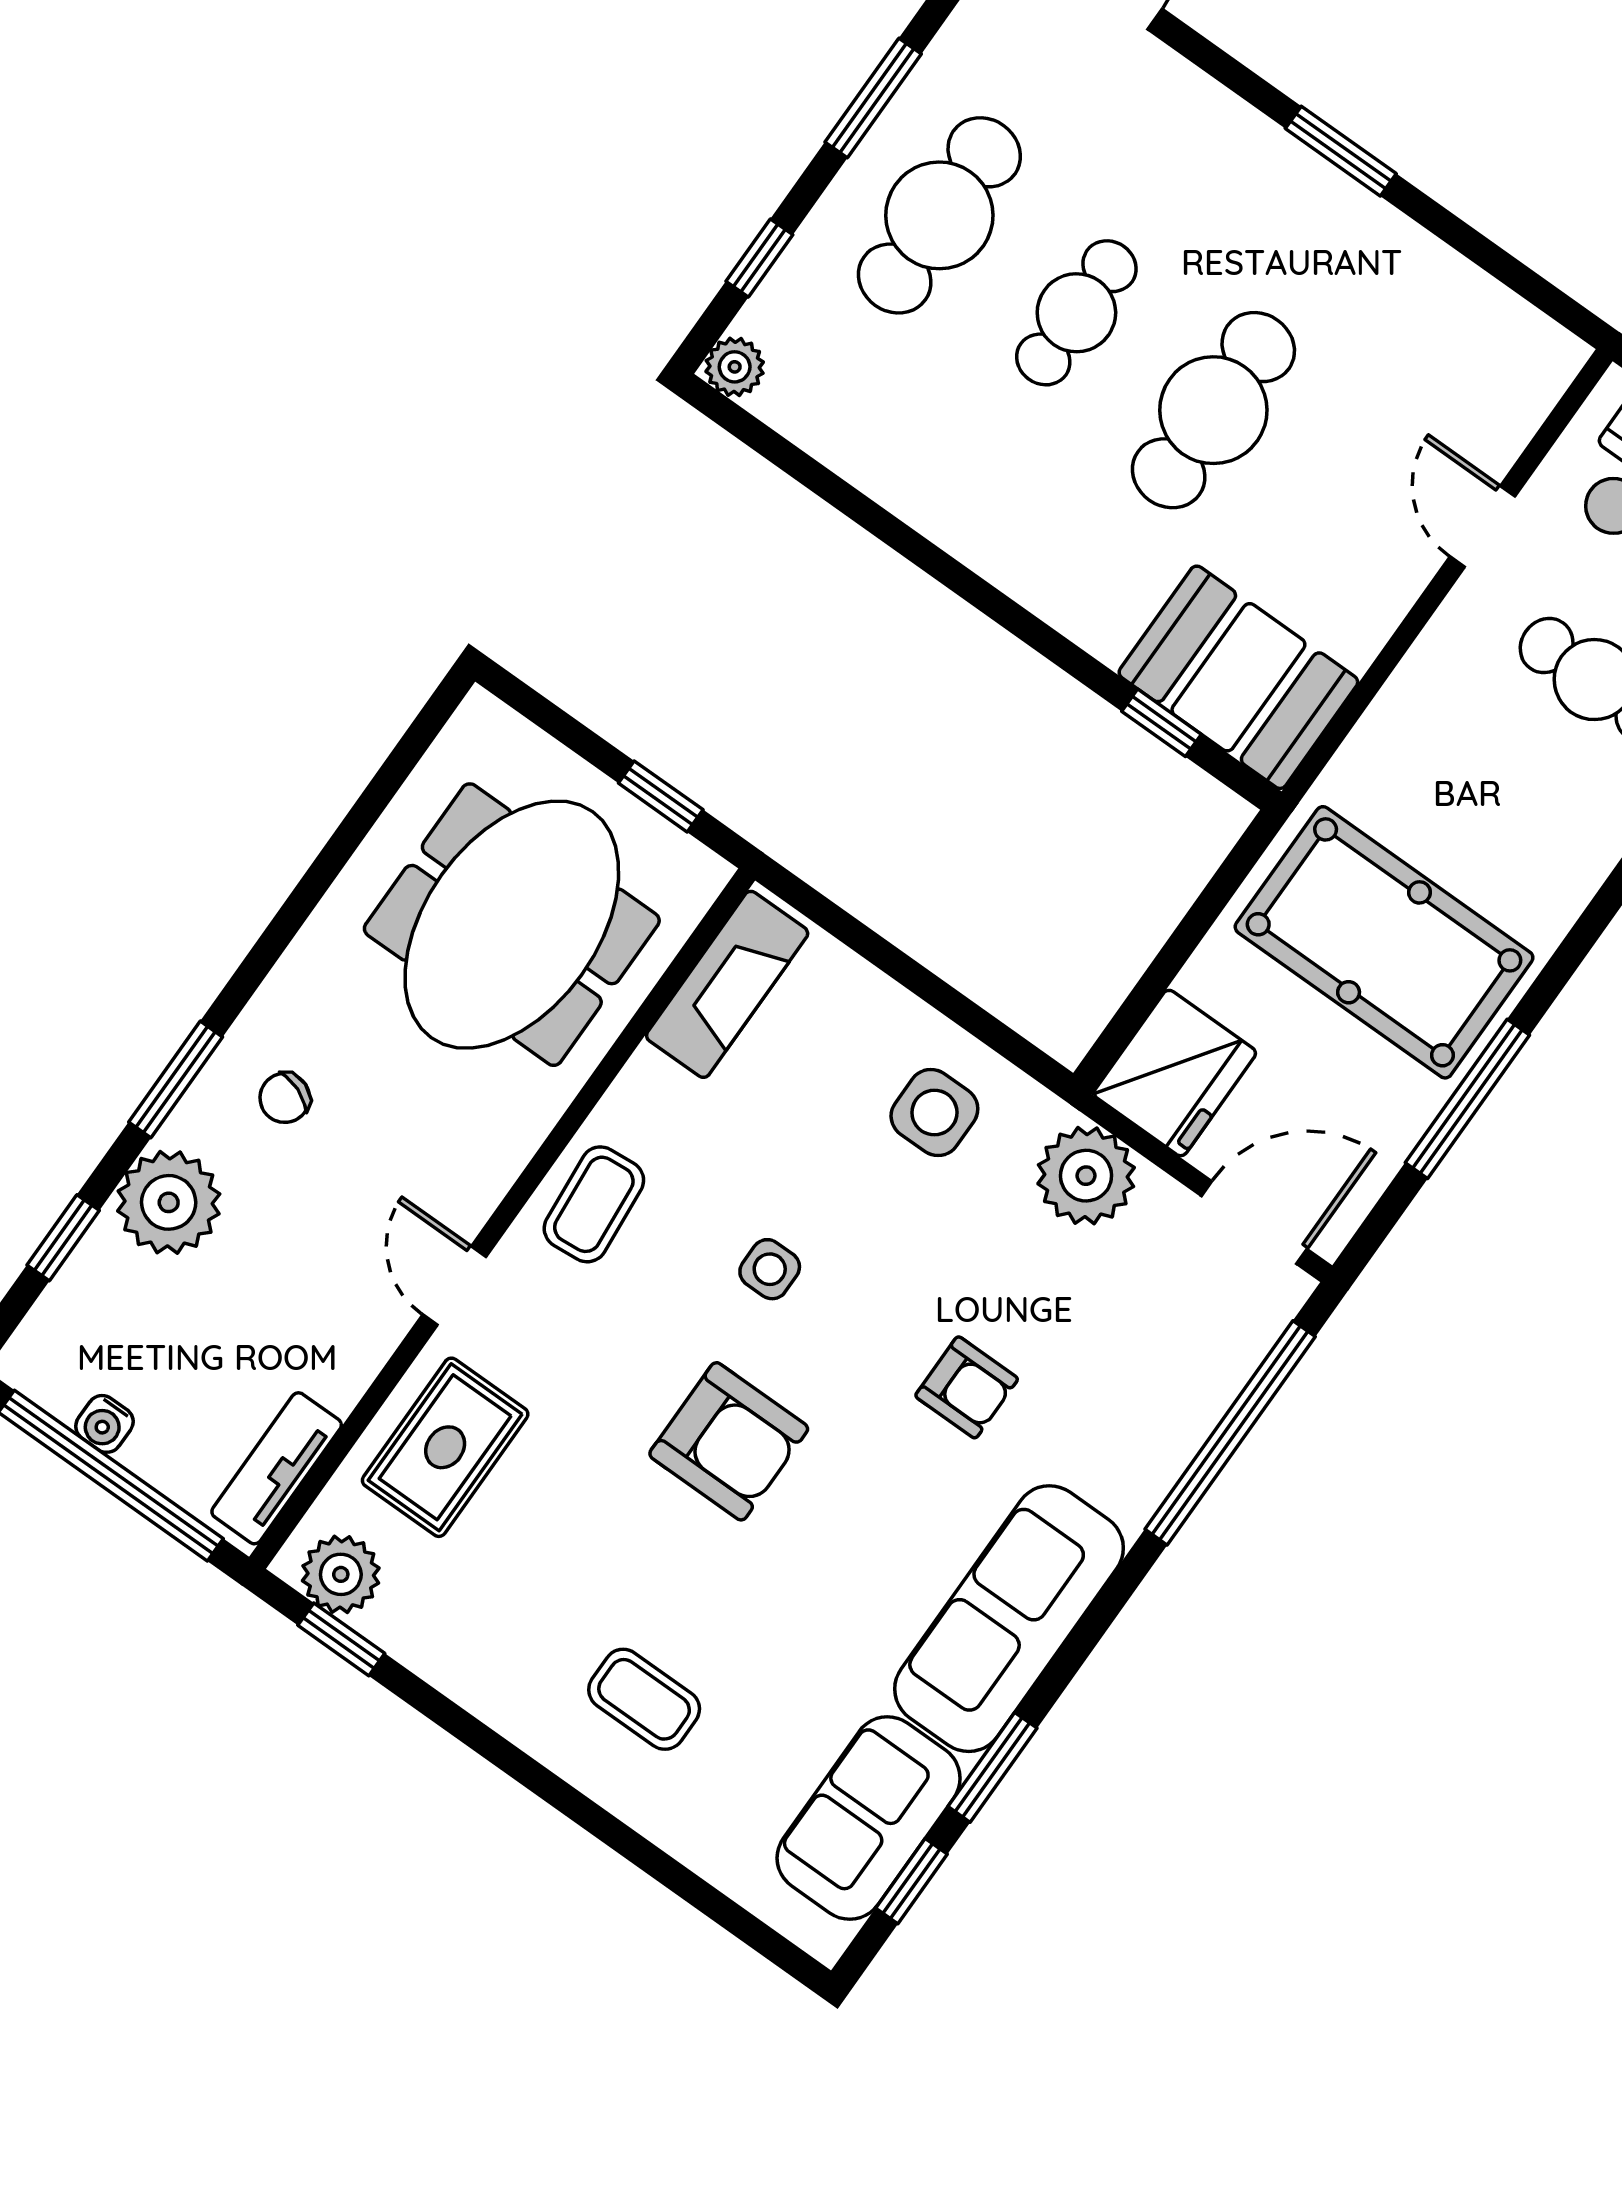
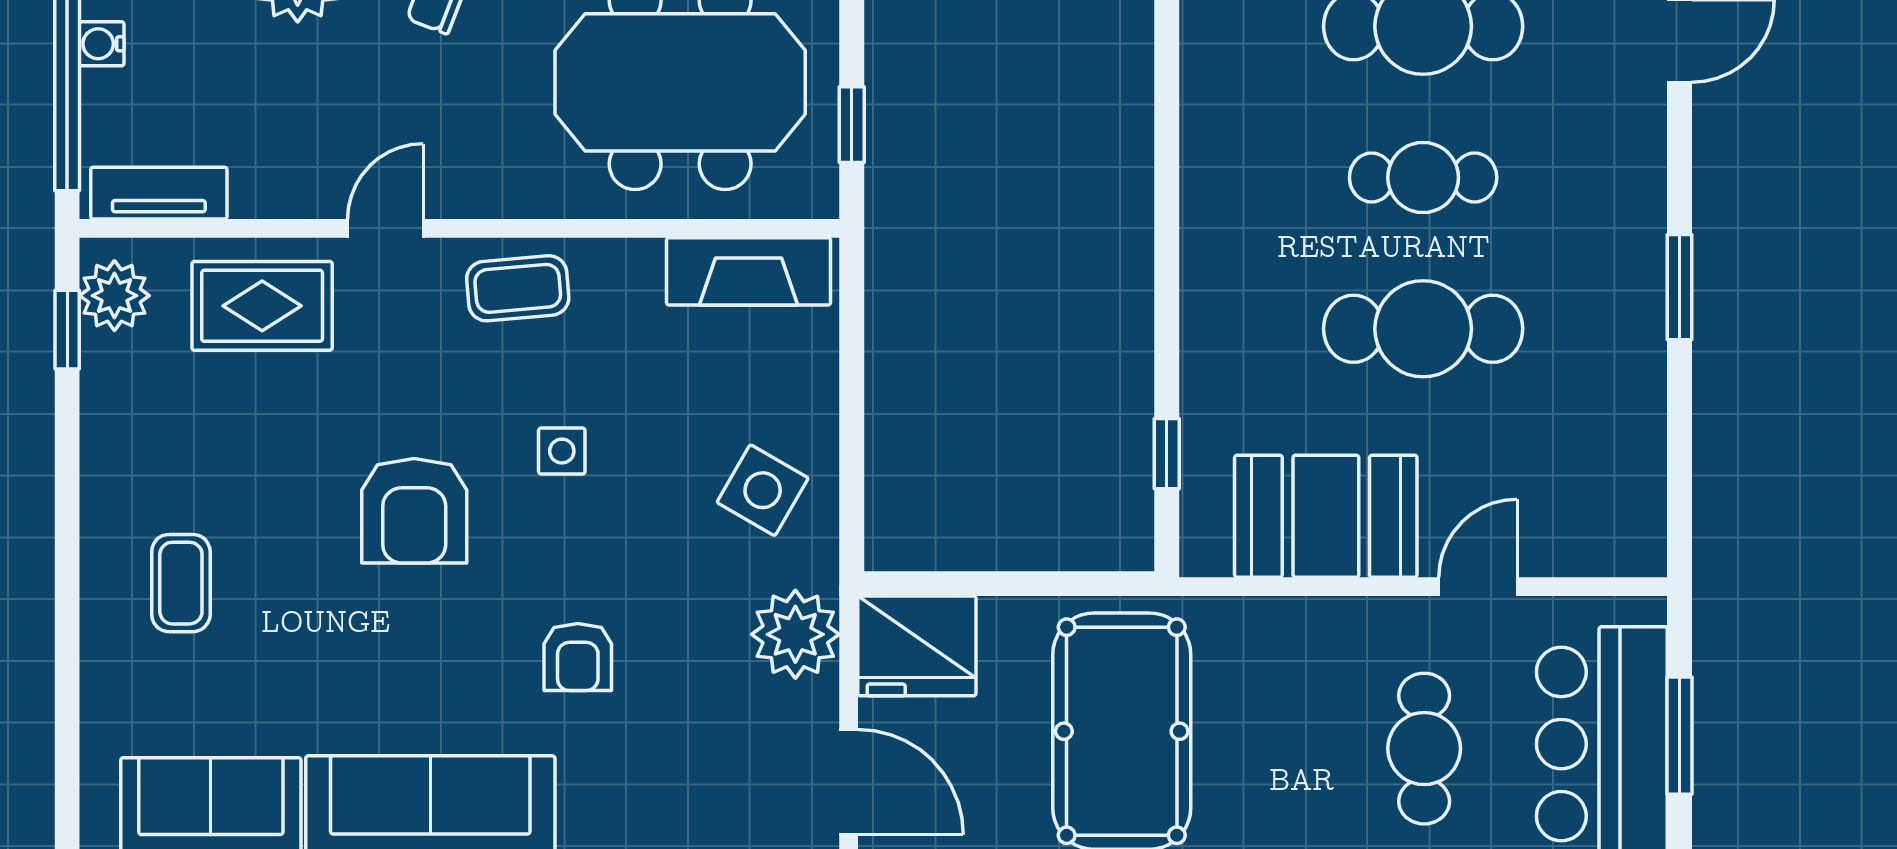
booth: (1238, 677) -> (1326, 516), moved, turned 90
side table: (934, 1113) -> (763, 490), turned 30

